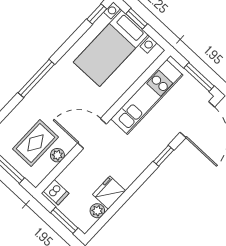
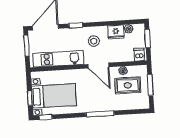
stool: (125, 157) -> (94, 41), added

